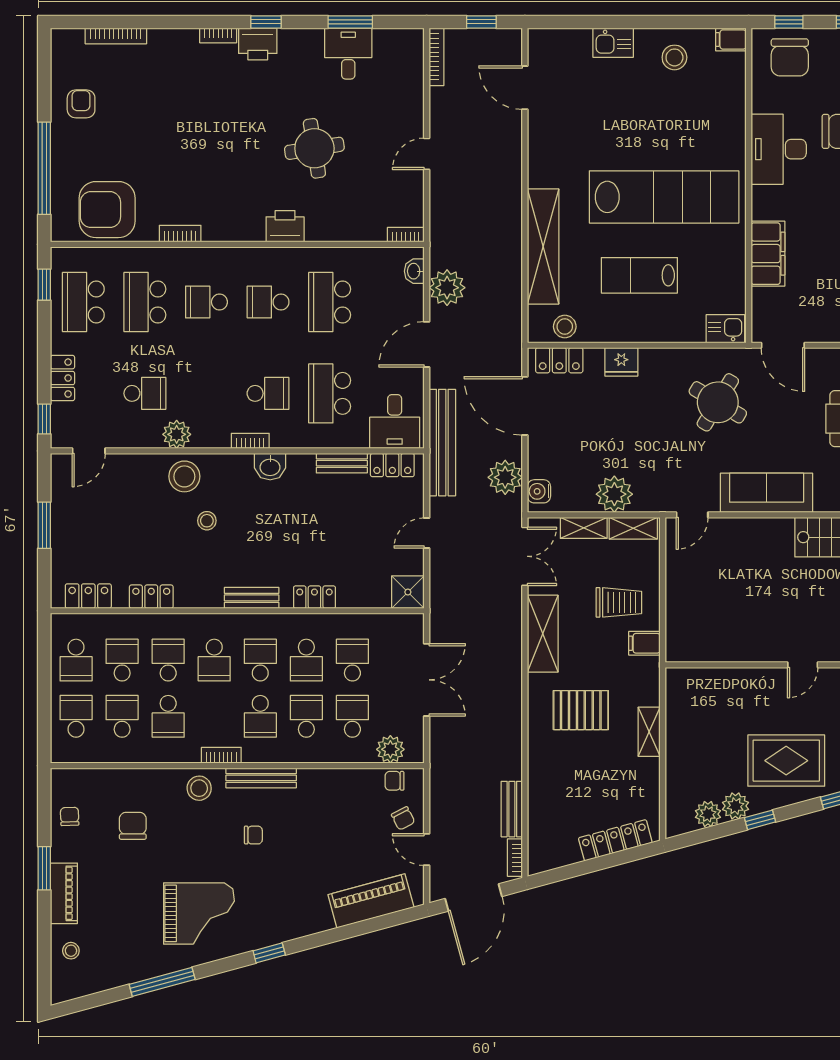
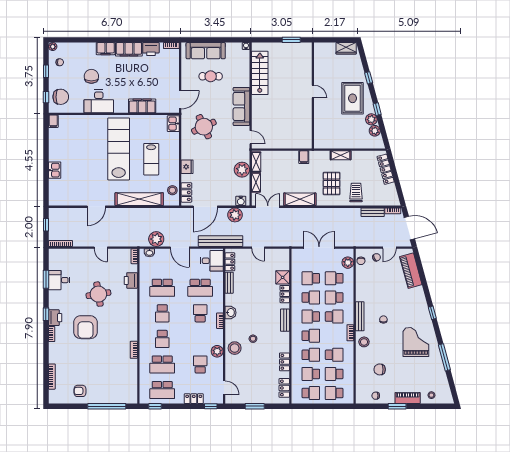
stool: (674, 57) -> (61, 145), removed
door: (525, 88) -> (96, 207), moved
armchair: (107, 210) -> (85, 327), moved
printer: (285, 226) -> (131, 280), moved
round table: (718, 402) -> (204, 127), turned 34
shower: (408, 592) -> (283, 277), moved
trolley: (619, 602) -> (356, 192), moved
school desk: (168, 660) -> (311, 355), turned 180

